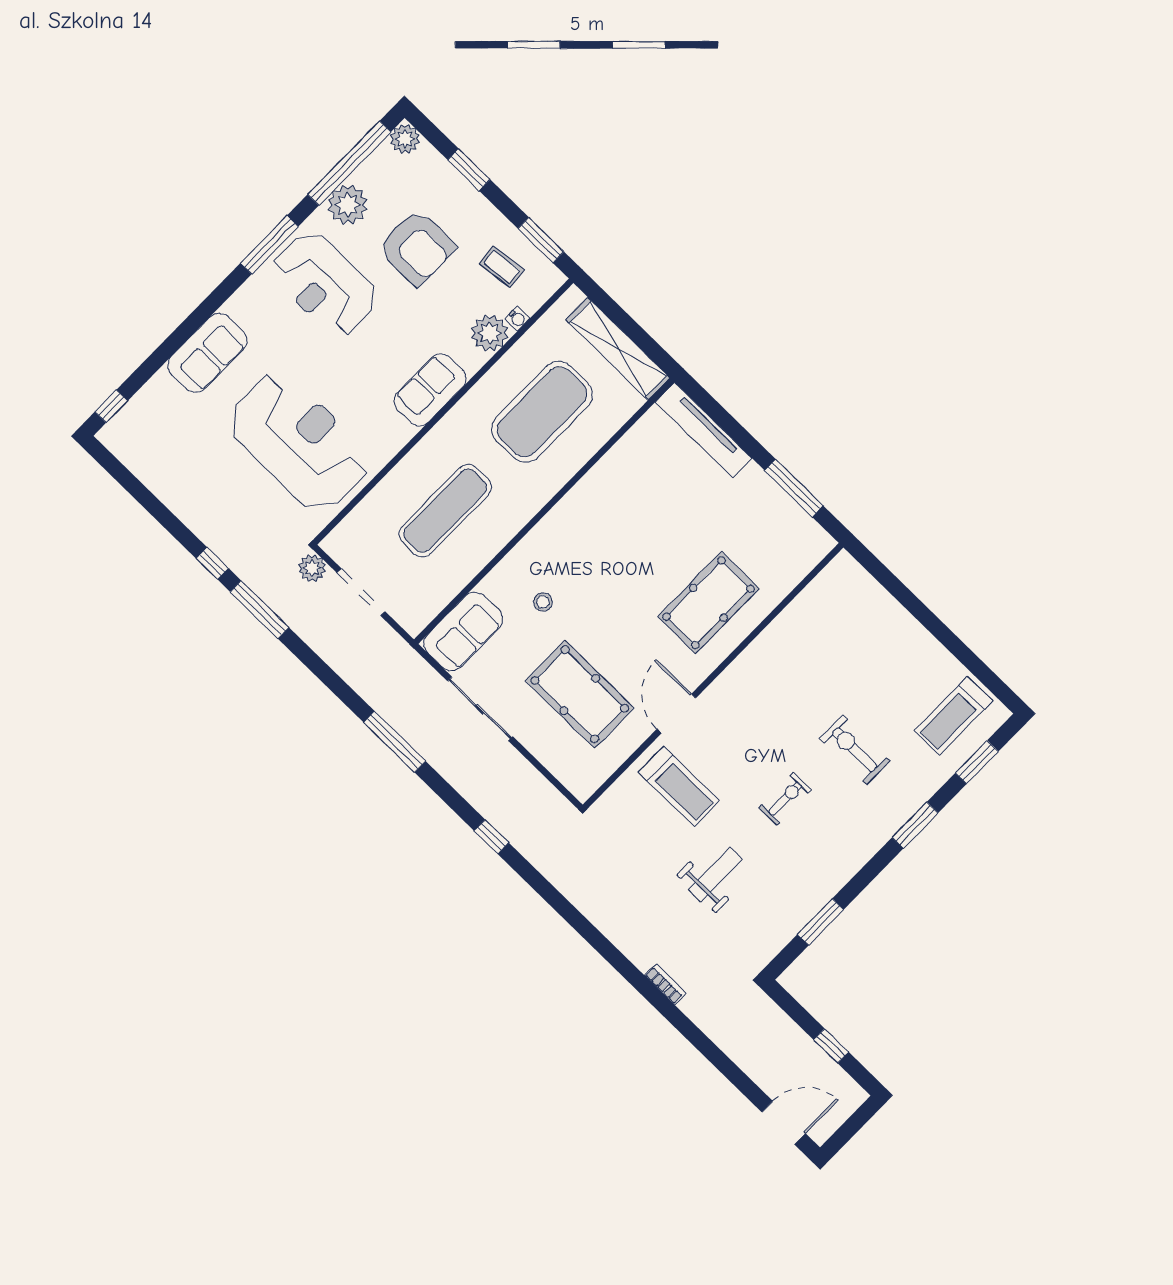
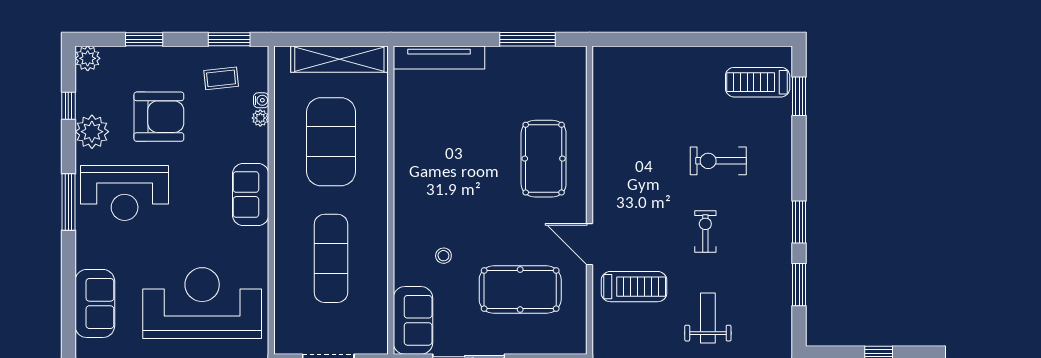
window: (349, 163) -> (68, 106), width x0.32
plant: (490, 333) -> (260, 118), width x0.53, depth x0.53
treadmill: (953, 716) -> (758, 82), turned 90
window: (915, 825) -> (799, 222), moved

